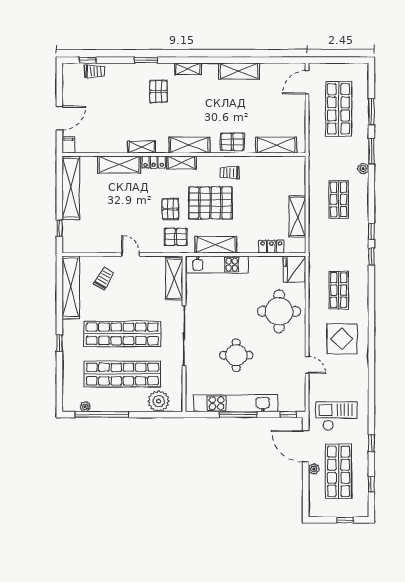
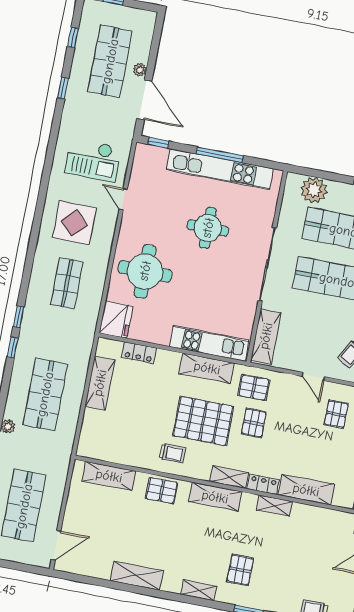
shop shelf: (339, 199) -> (45, 394), width x1.43, depth x1.36
pallet: (107, 228) -> (336, 414), added
checkout: (336, 416) -> (93, 160), moved

